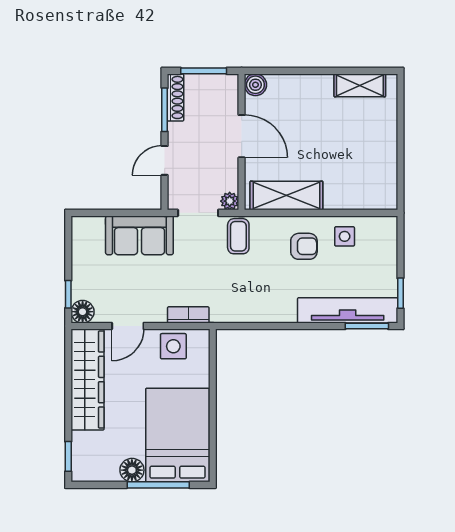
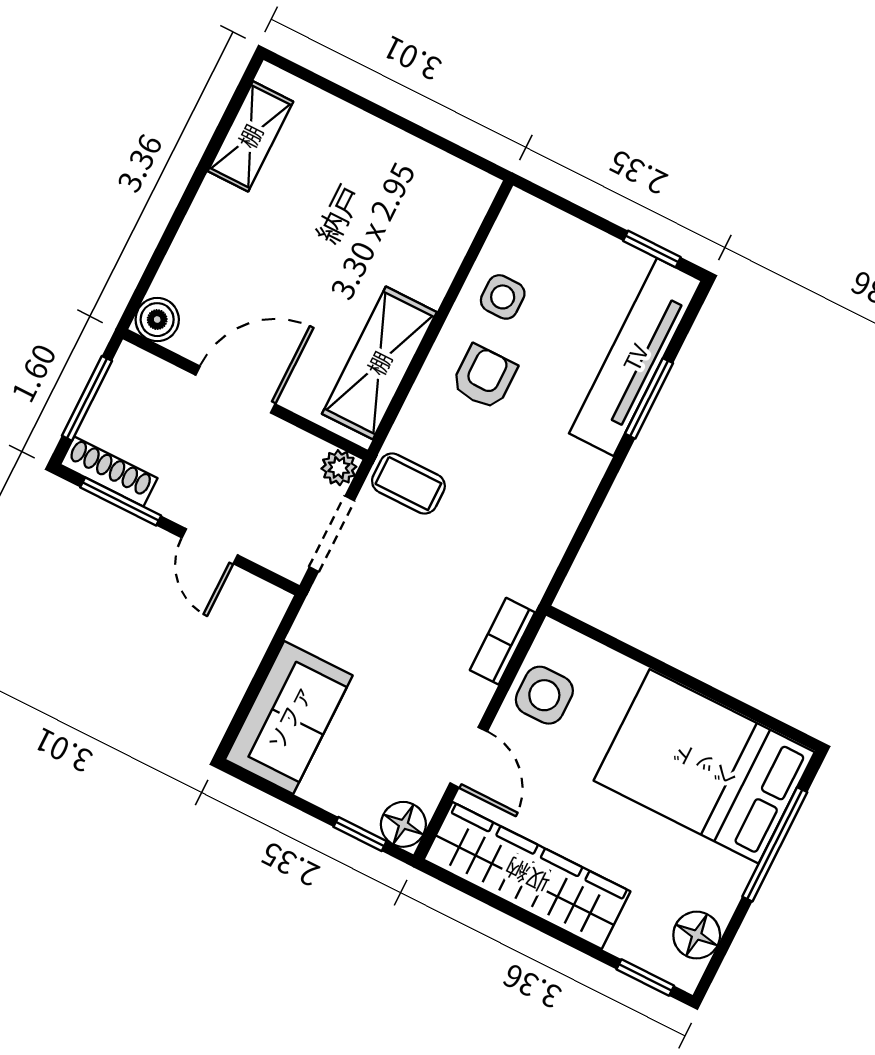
sofa: (139, 235) -> (289, 717), moved
window: (367, 326) -> (649, 398), moved
floor lamp: (132, 470) -> (697, 935), moved

